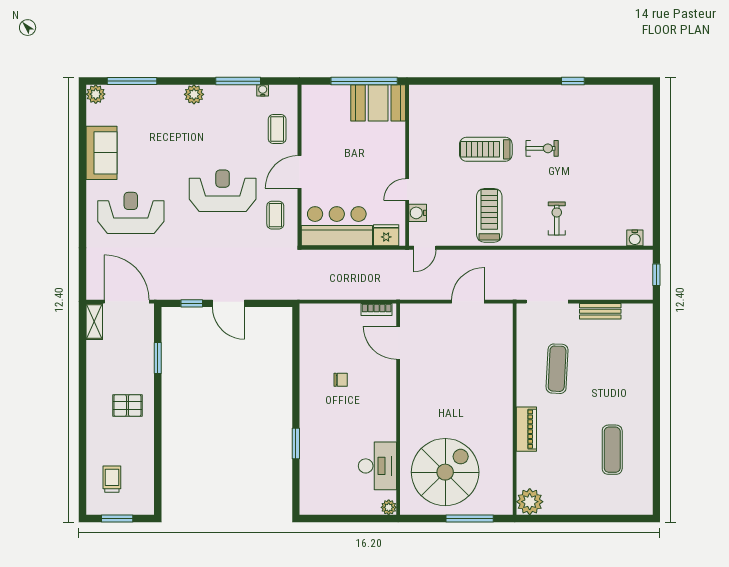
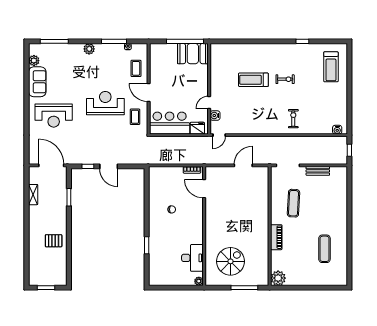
plant: (96, 94) -> (34, 61), moved
door: (299, 172) -> (149, 92), hinge flipped
reception desk: (131, 213) -> (54, 116), turned 180
treadmill: (489, 215) -> (331, 67), moved, turned 180
shelving: (94, 322) -> (33, 195), moved
pallet: (127, 405) -> (54, 241), moved
spiral stairs: (445, 472) -> (230, 261), width x0.73, depth x0.73
trolley: (112, 479) -> (43, 265), removed

